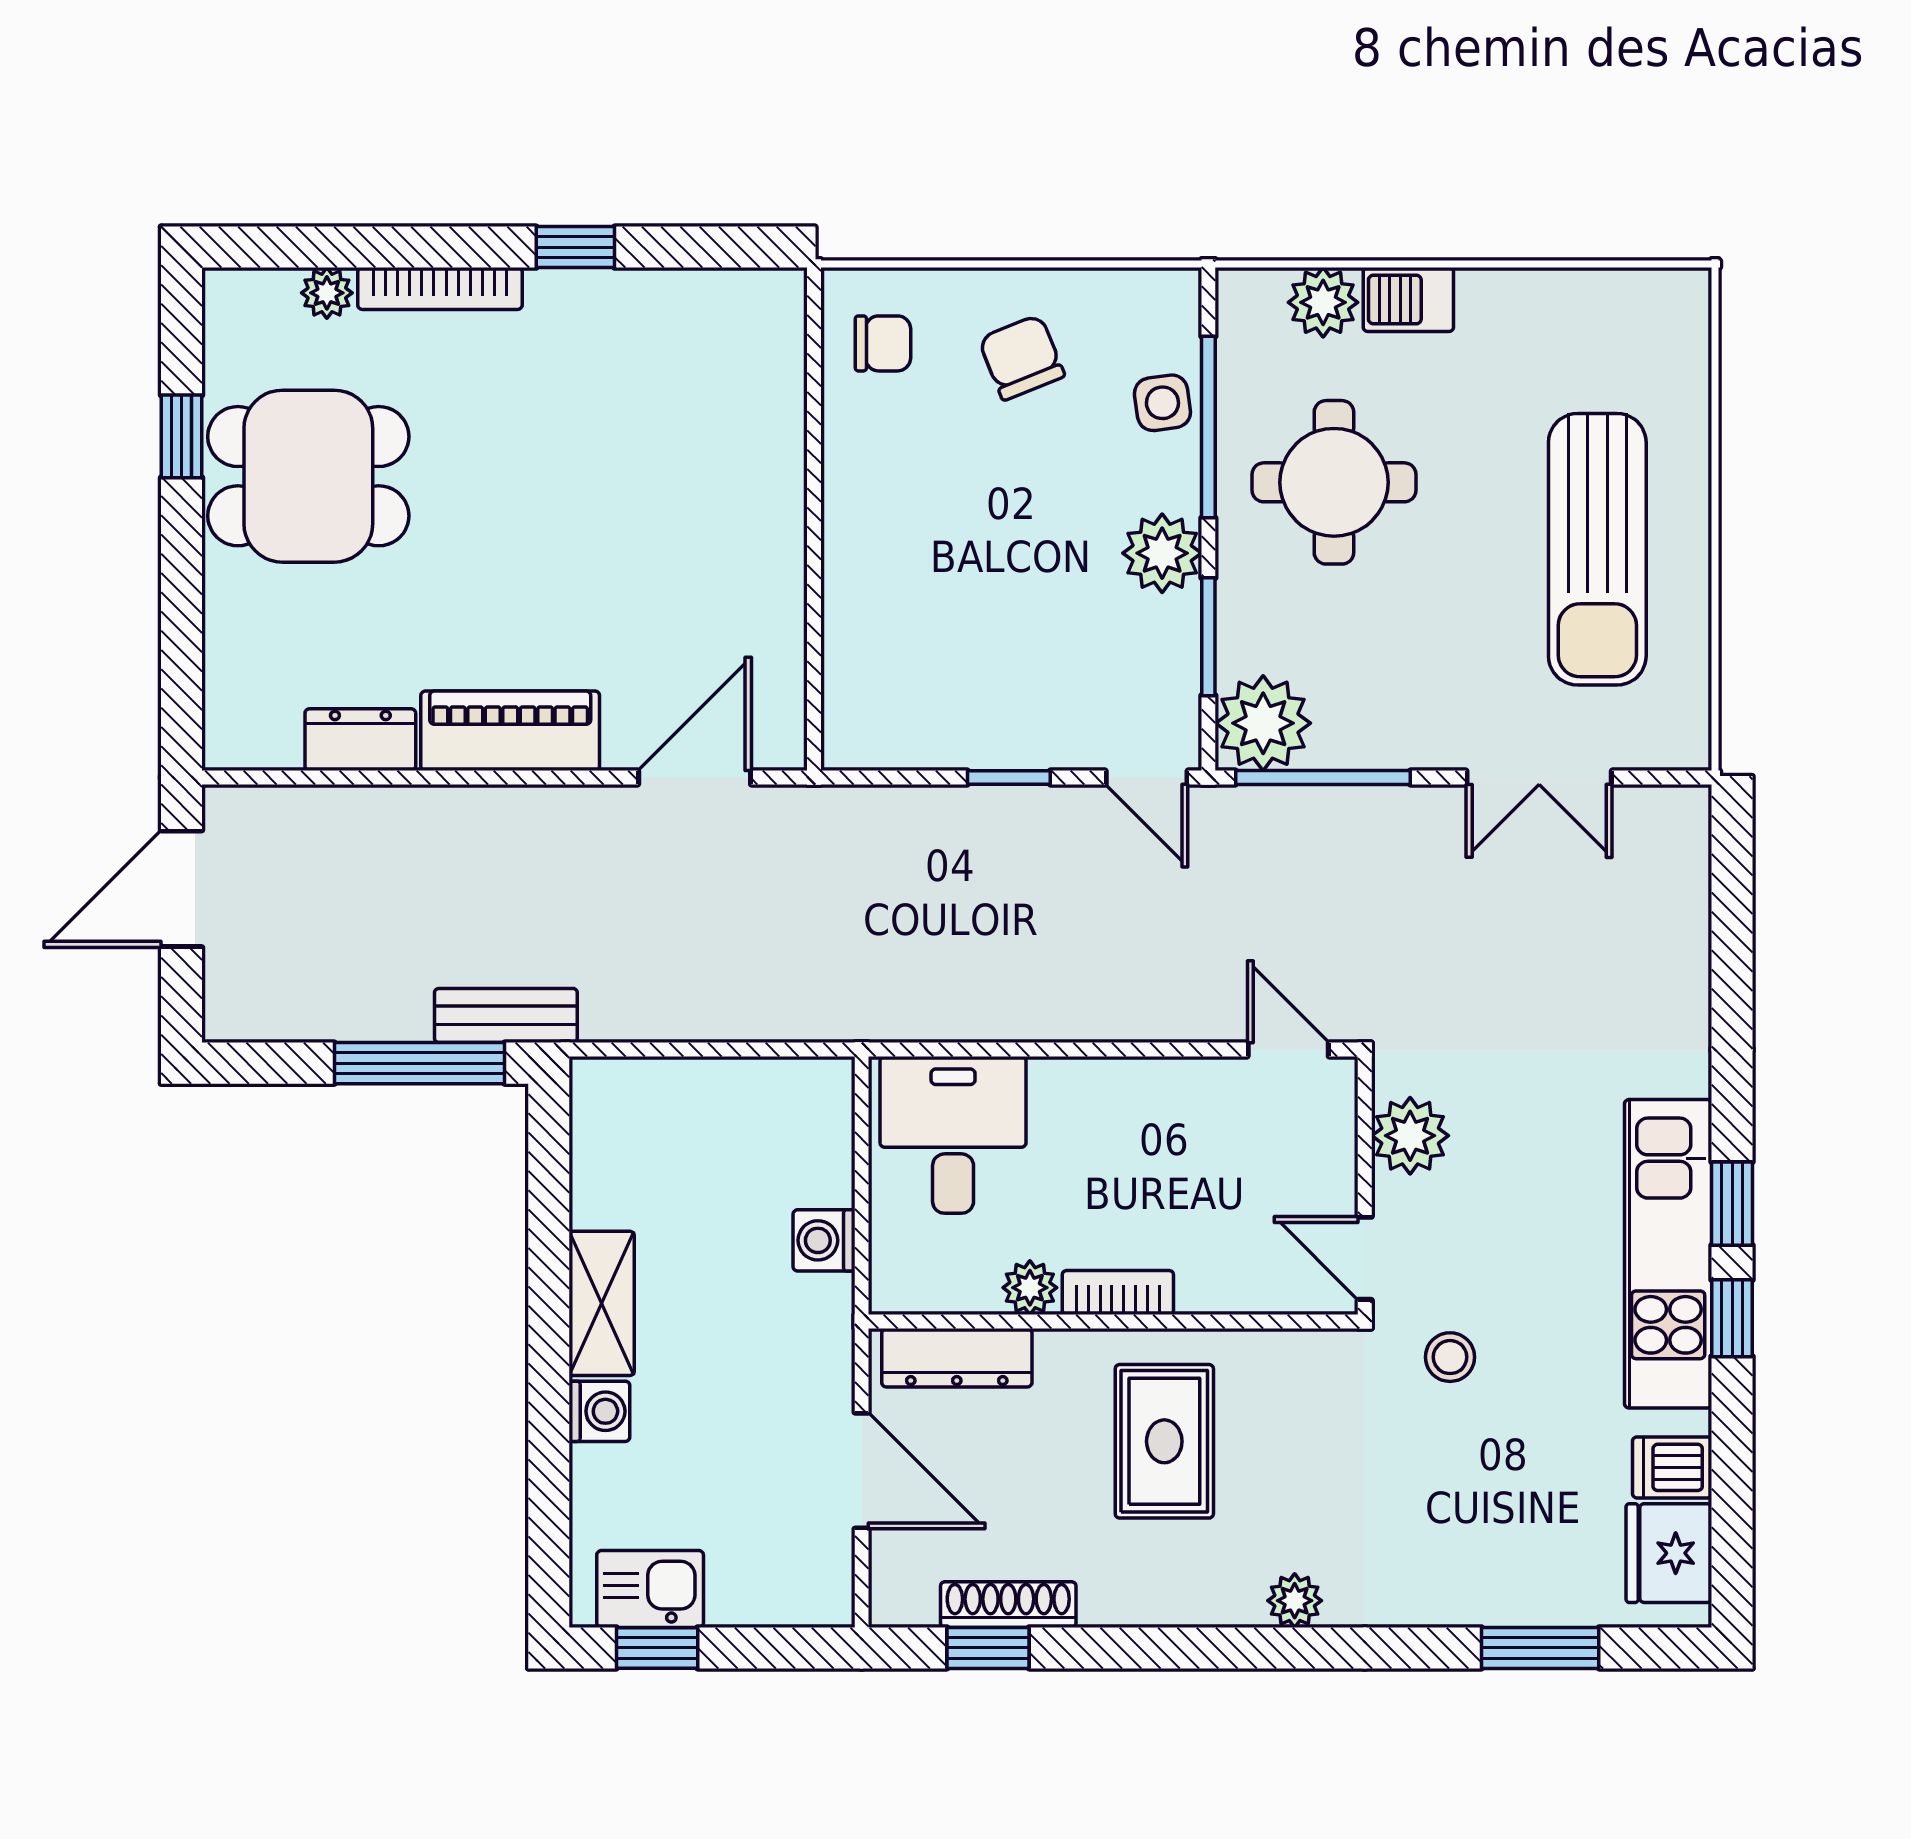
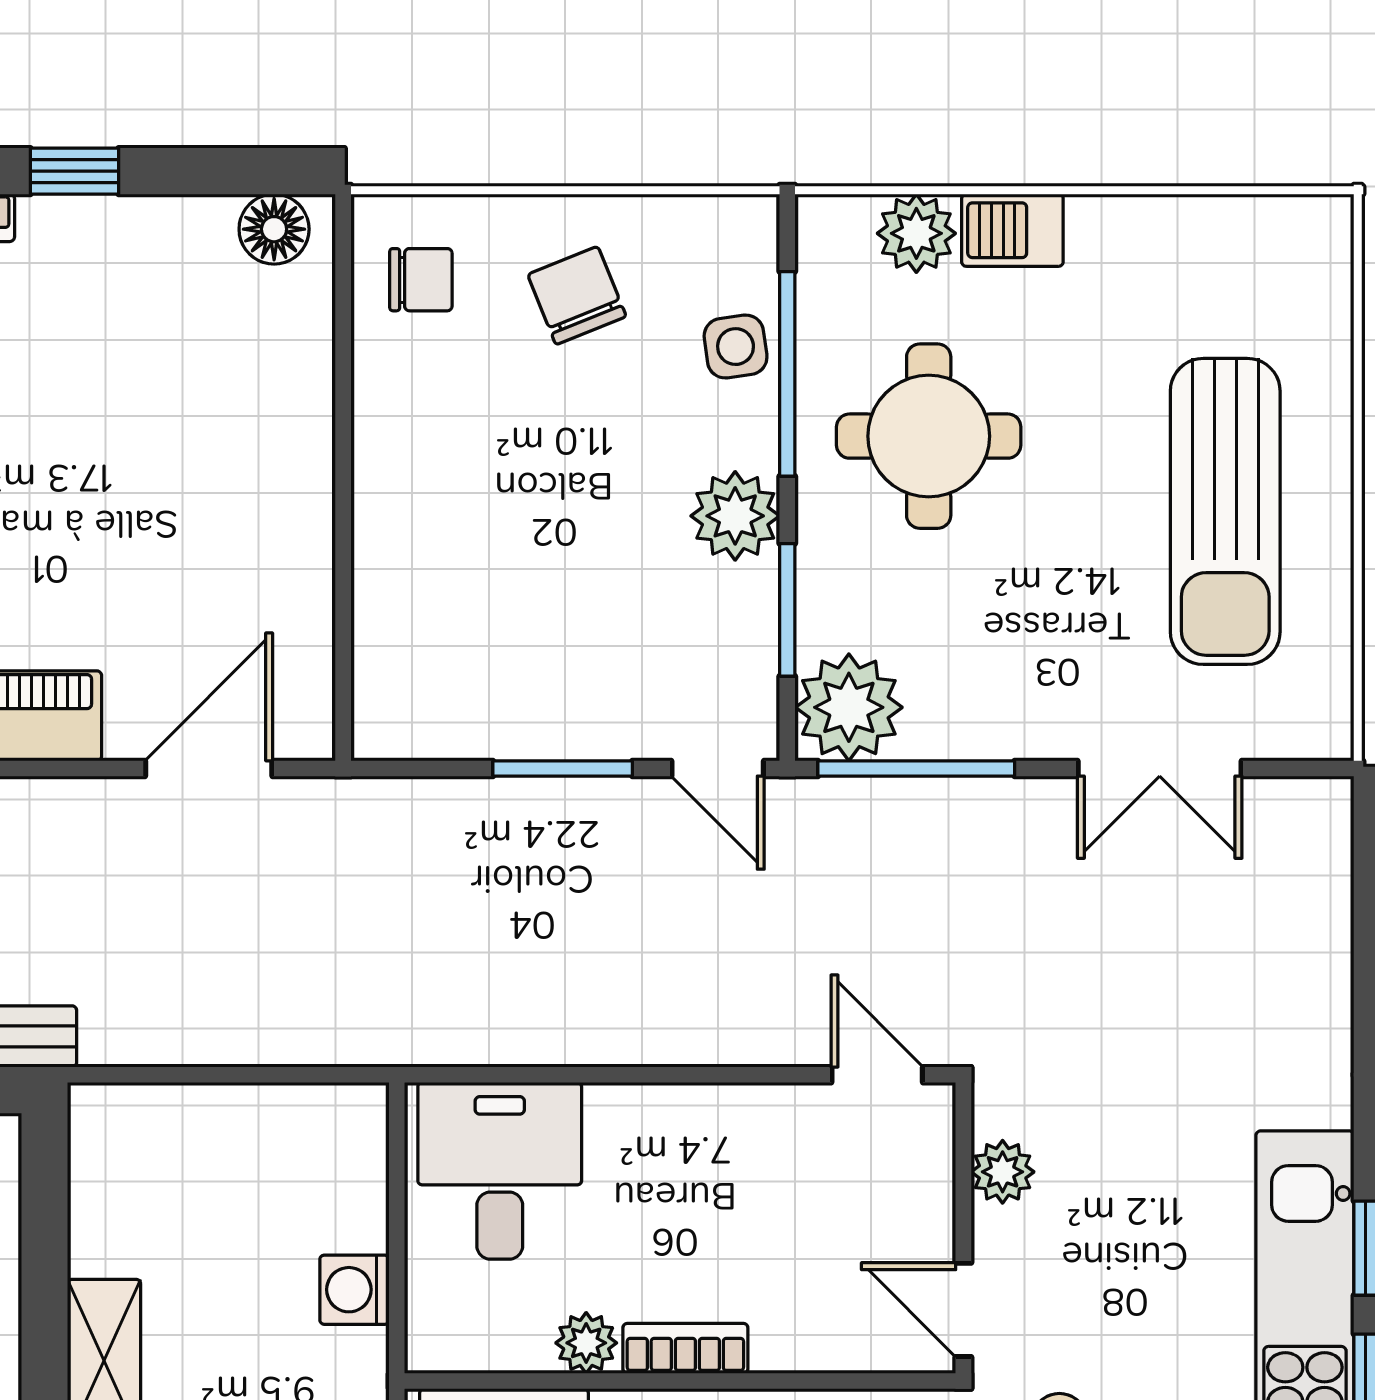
floor lamp: (753, 299) -> (274, 229), added
window: (1009, 778) -> (563, 768), width x1.50
plant: (1410, 1136) -> (1003, 1172), width x0.73, depth x0.73

